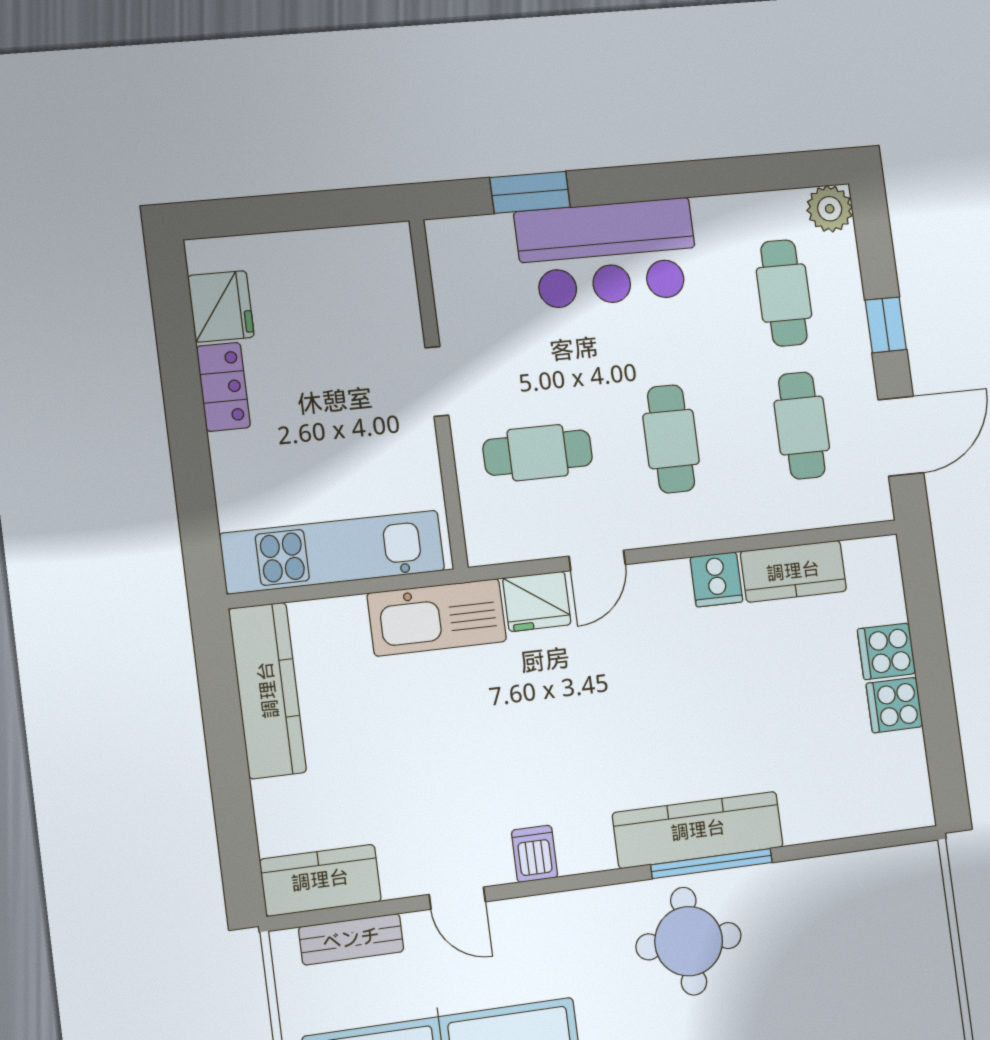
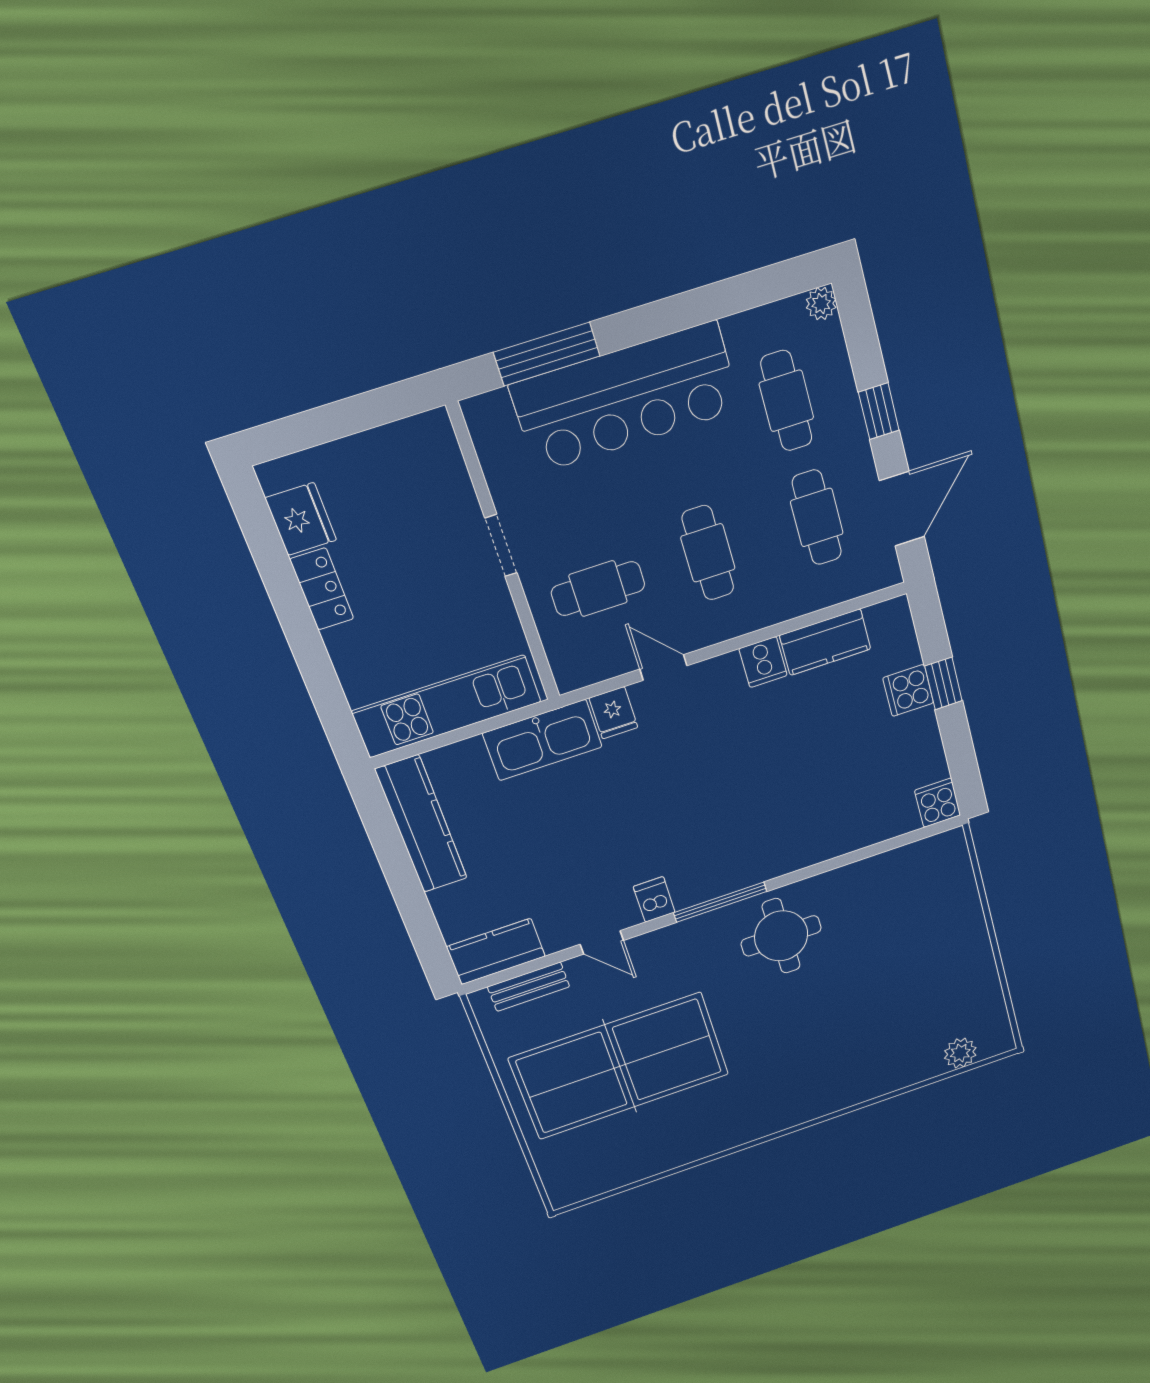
window: (530, 192) -> (547, 354), width x1.44
plant: (830, 209) -> (821, 304), width x0.73, depth x0.73
bar counter: (608, 253) -> (626, 397), width x1.36
door: (597, 560) -> (663, 667), swing flipped
fridge: (537, 601) -> (613, 713), width x0.72
window: (930, 652) -> (944, 683), added
cooker: (894, 705) -> (938, 803), moved, turned 90
kitchen counter: (698, 830) -> (777, 856), removed
window: (712, 864) -> (720, 902), moved

